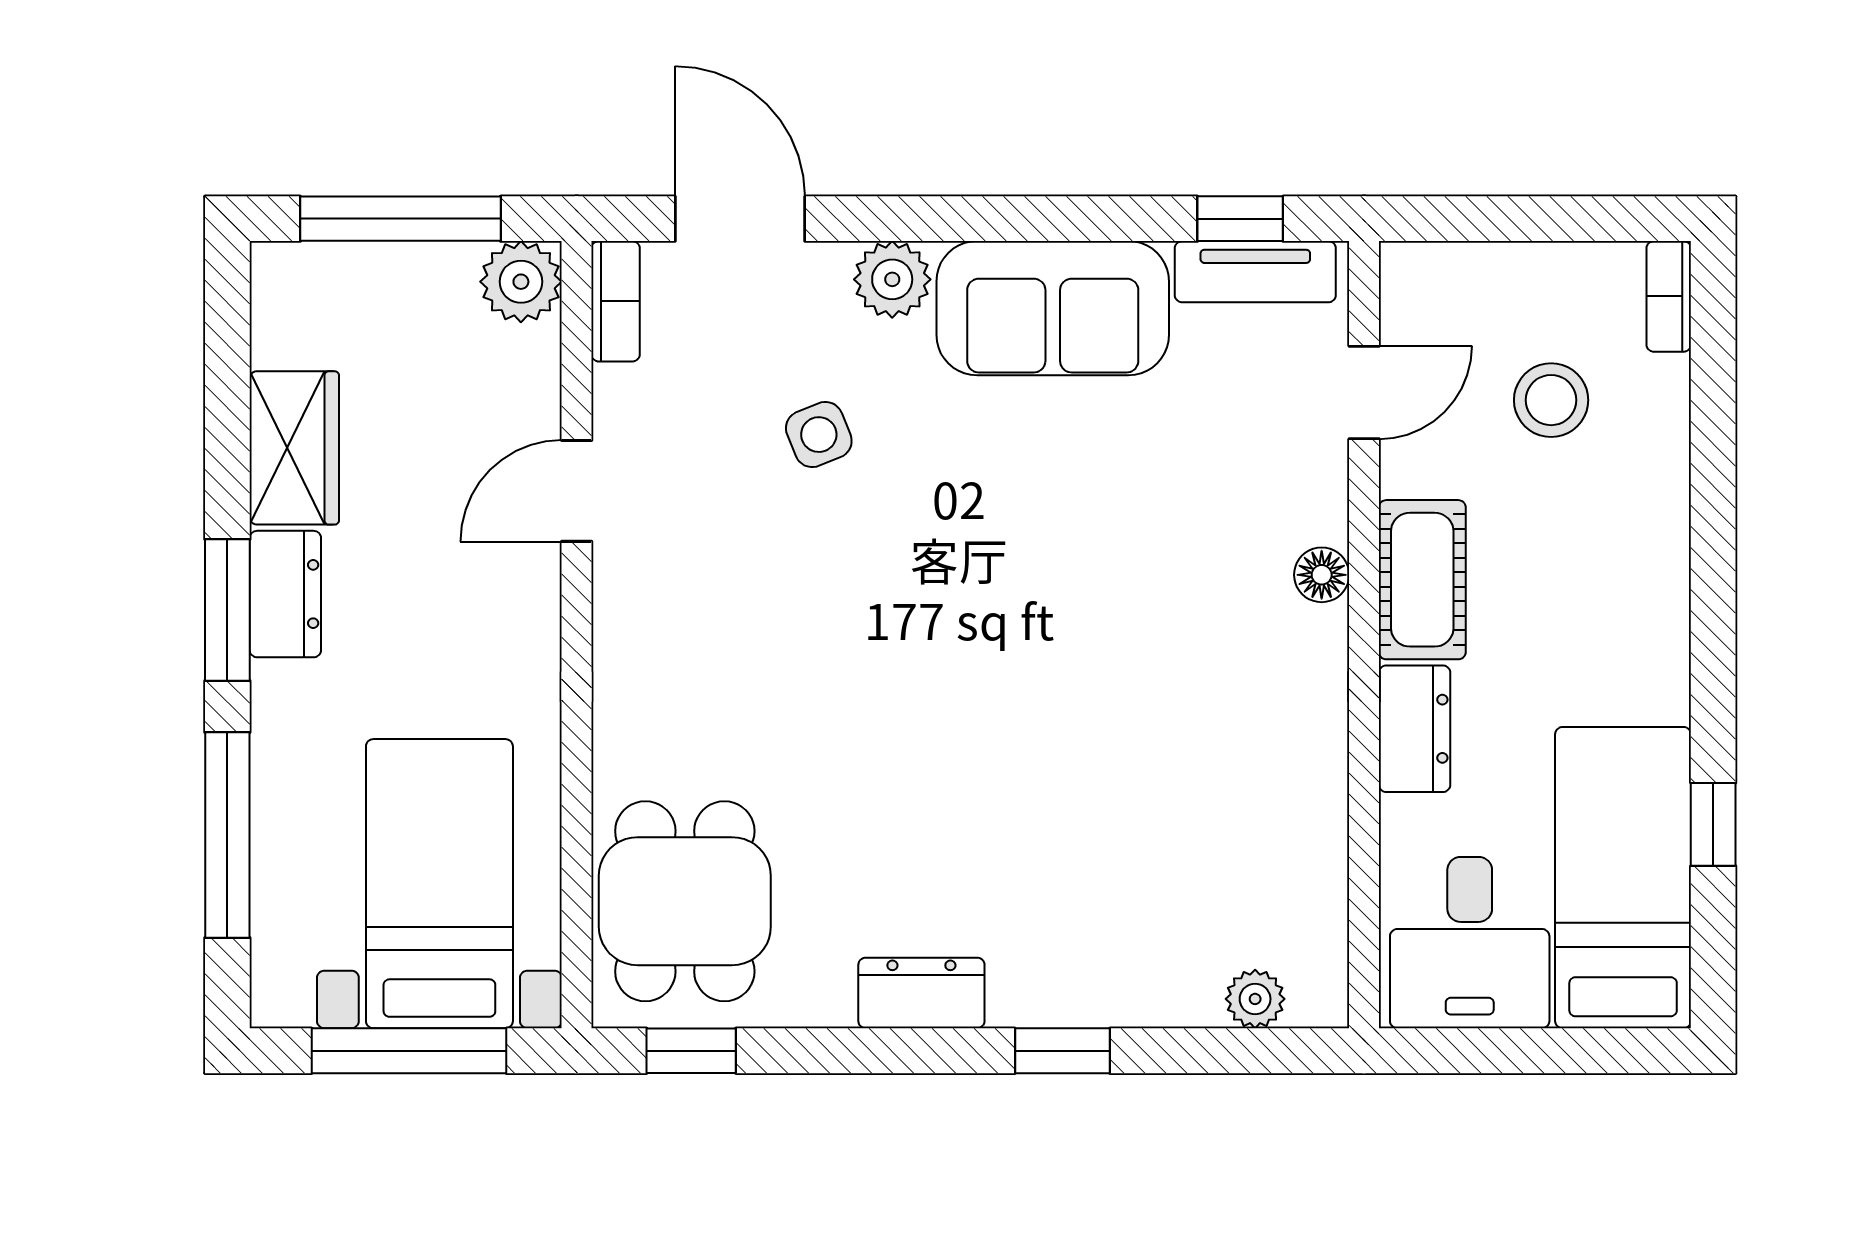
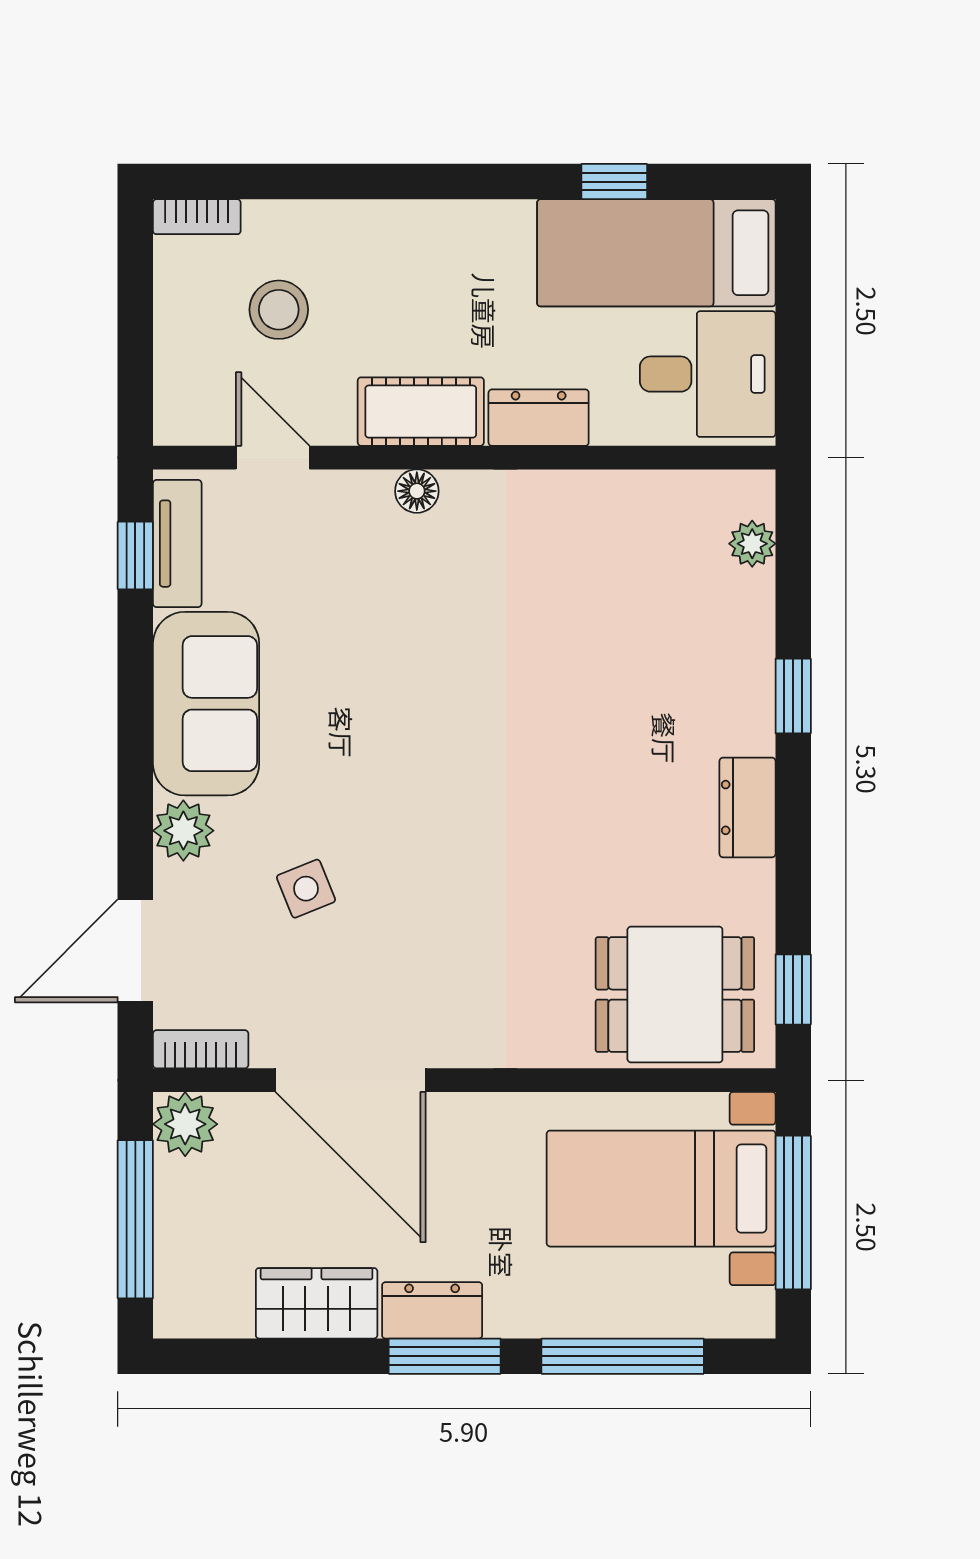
door: (577, 491) -> (351, 1080), width x1.88

